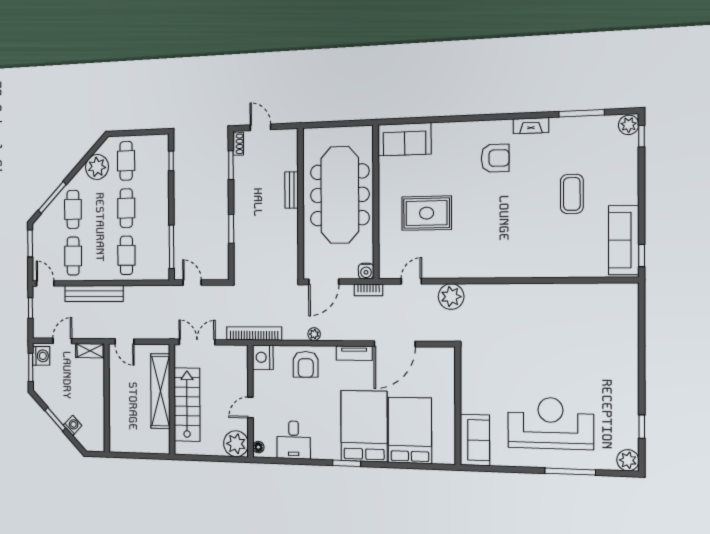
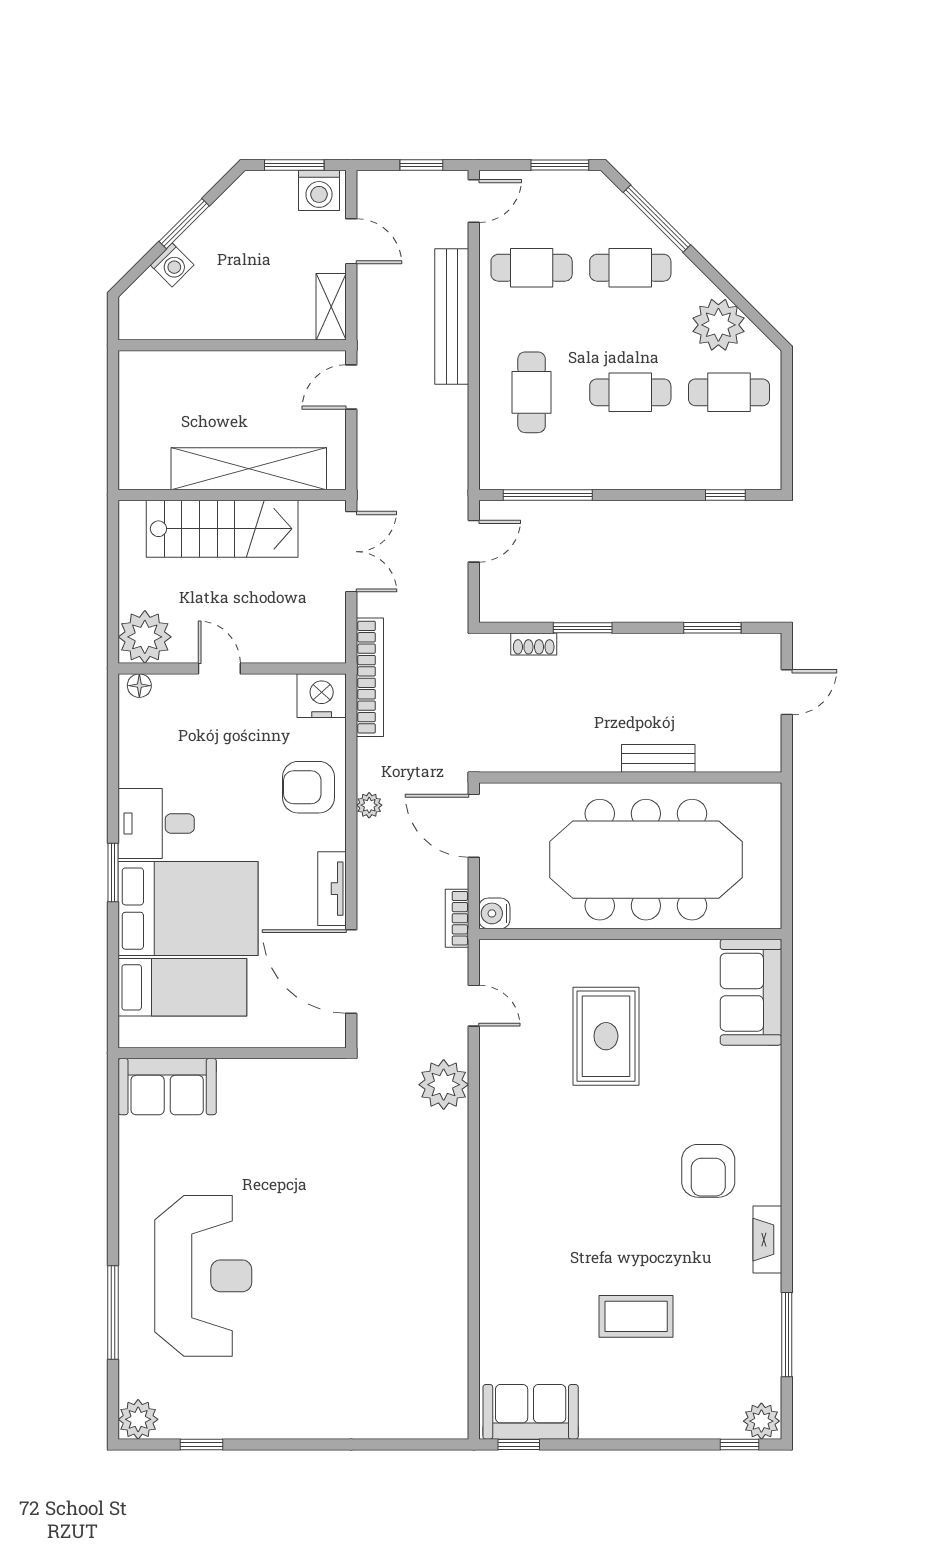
shoe rack: (238, 144) -> (534, 644), moved
sofa: (624, 240) -> (531, 1412), width x0.73
cafe table: (126, 255) -> (532, 392), turned 90
wall: (458, 406) -> (232, 1053), moved
bed: (410, 430) -> (182, 987), width x0.67
desk: (294, 440) -> (156, 823), moved
sofa: (475, 440) -> (167, 1087), moved

